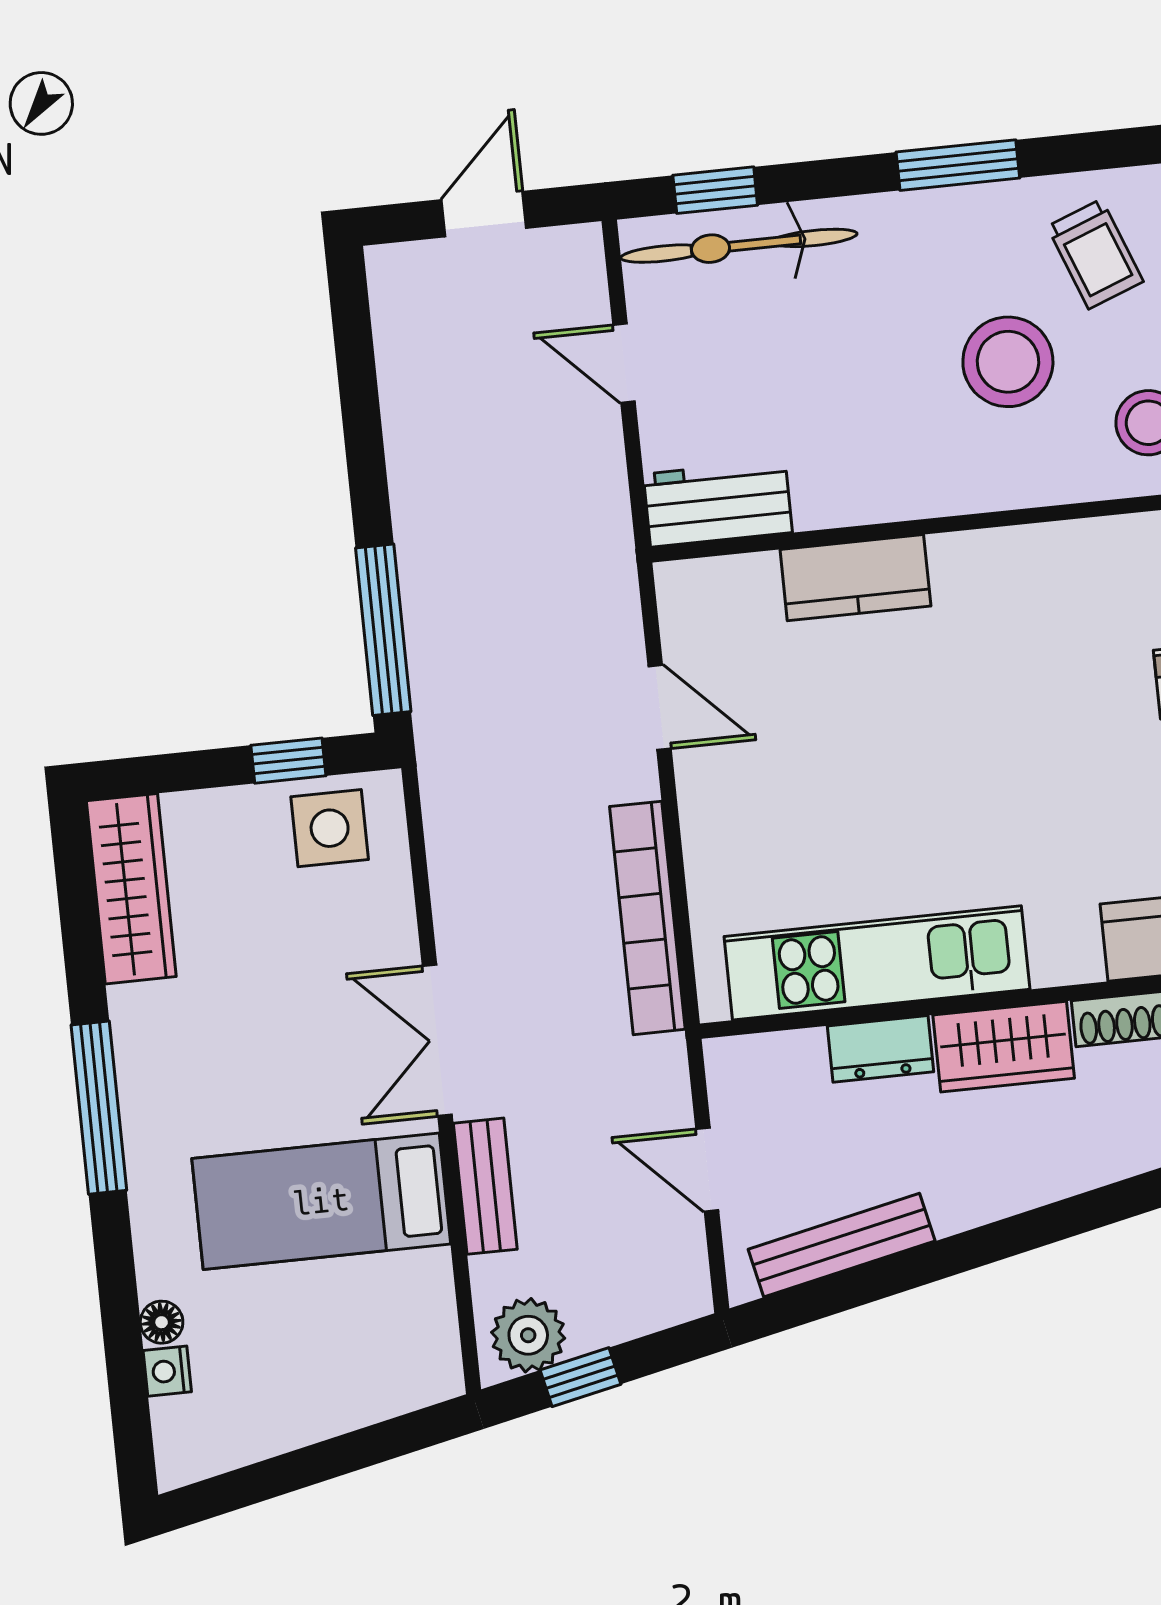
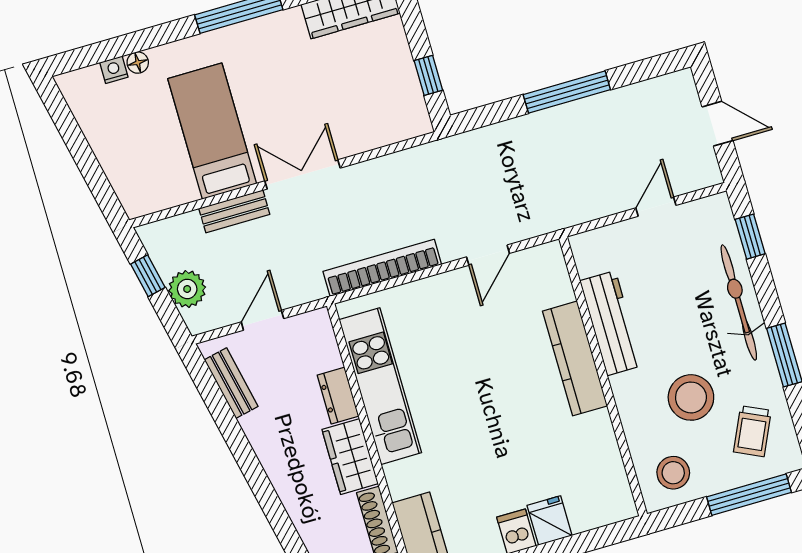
bicycle: (739, 246) -> (739, 303), moved
trolley: (1095, 254) -> (752, 431), turned -44
workbench: (718, 503) -> (611, 323), moved, width x1.38
kitchen counter: (855, 578) -> (575, 358), width x1.50
window: (383, 630) -> (567, 92), moved
side table: (330, 828) -> (398, 102), removed
bench: (842, 1245) -> (231, 383), width x0.73
plant: (528, 1335) -> (187, 289), moved

